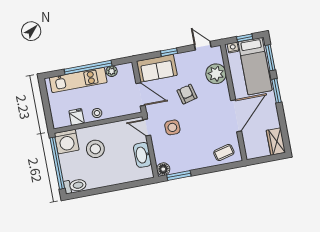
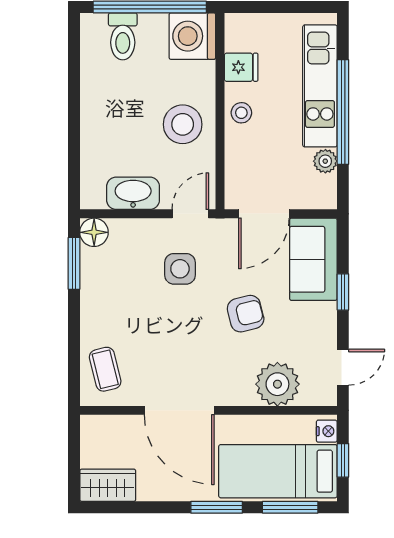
stool: (95, 149) -> (183, 124), moved
toilet: (75, 186) -> (123, 36), moved

